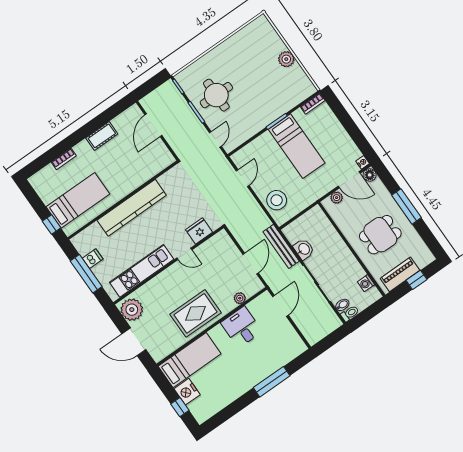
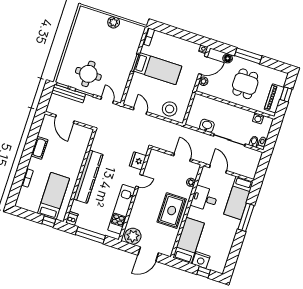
floor lamp: (370, 175) -> (228, 58), moved
bench: (281, 246) -> (69, 93), moved
dishwasher: (93, 259) -> (72, 218), moved
bed: (279, 354) -> (238, 198), added

